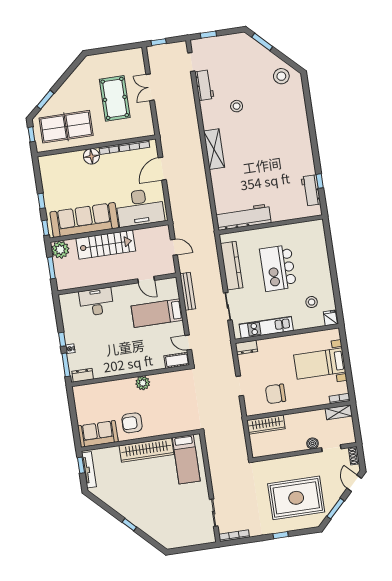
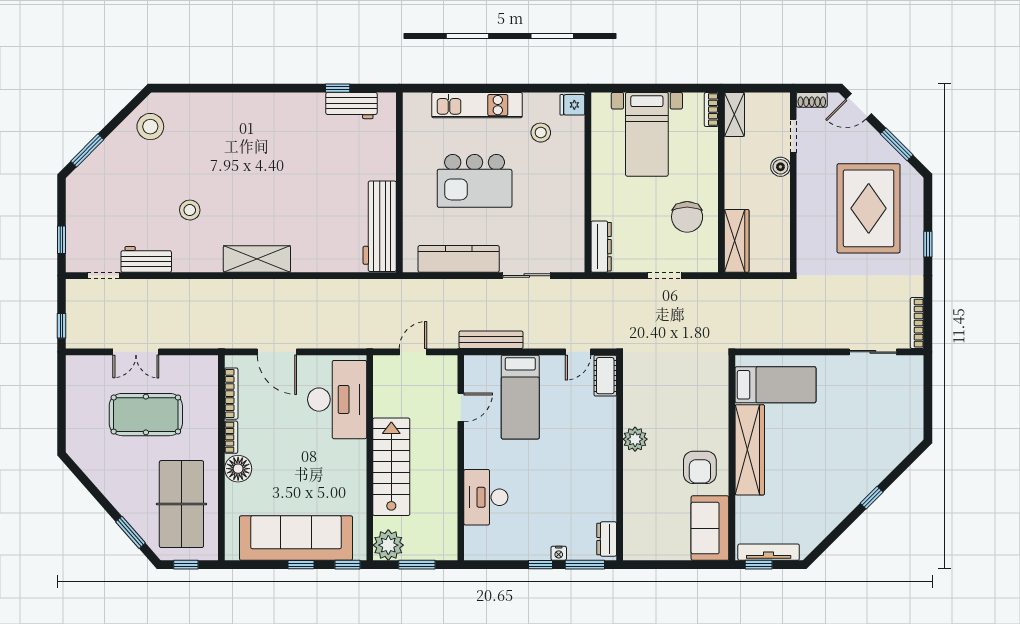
sofa: (84, 220) -> (296, 538), moved, turned 90
kitchen unit: (266, 327) -> (477, 105), moved, turned -90
dresser: (246, 347) -> (601, 247), width x1.44

